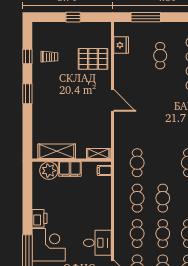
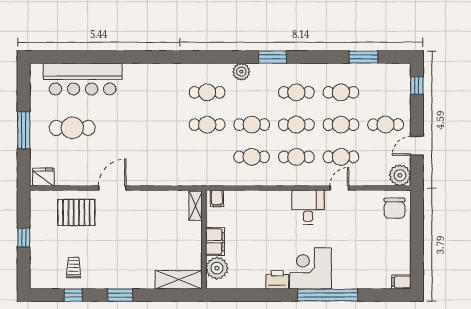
window: (146, 17) -> (24, 130), moved
fridge: (121, 45) -> (43, 177), moved
cafe table: (160, 56) -> (72, 128), width x1.37, depth x1.35
pallet: (93, 59) -> (76, 212), turned 90
door: (112, 100) -> (112, 188), moved
shelving: (57, 151) -> (179, 280), moved, turned 90
cafe table: (137, 163) -> (207, 125), moved

